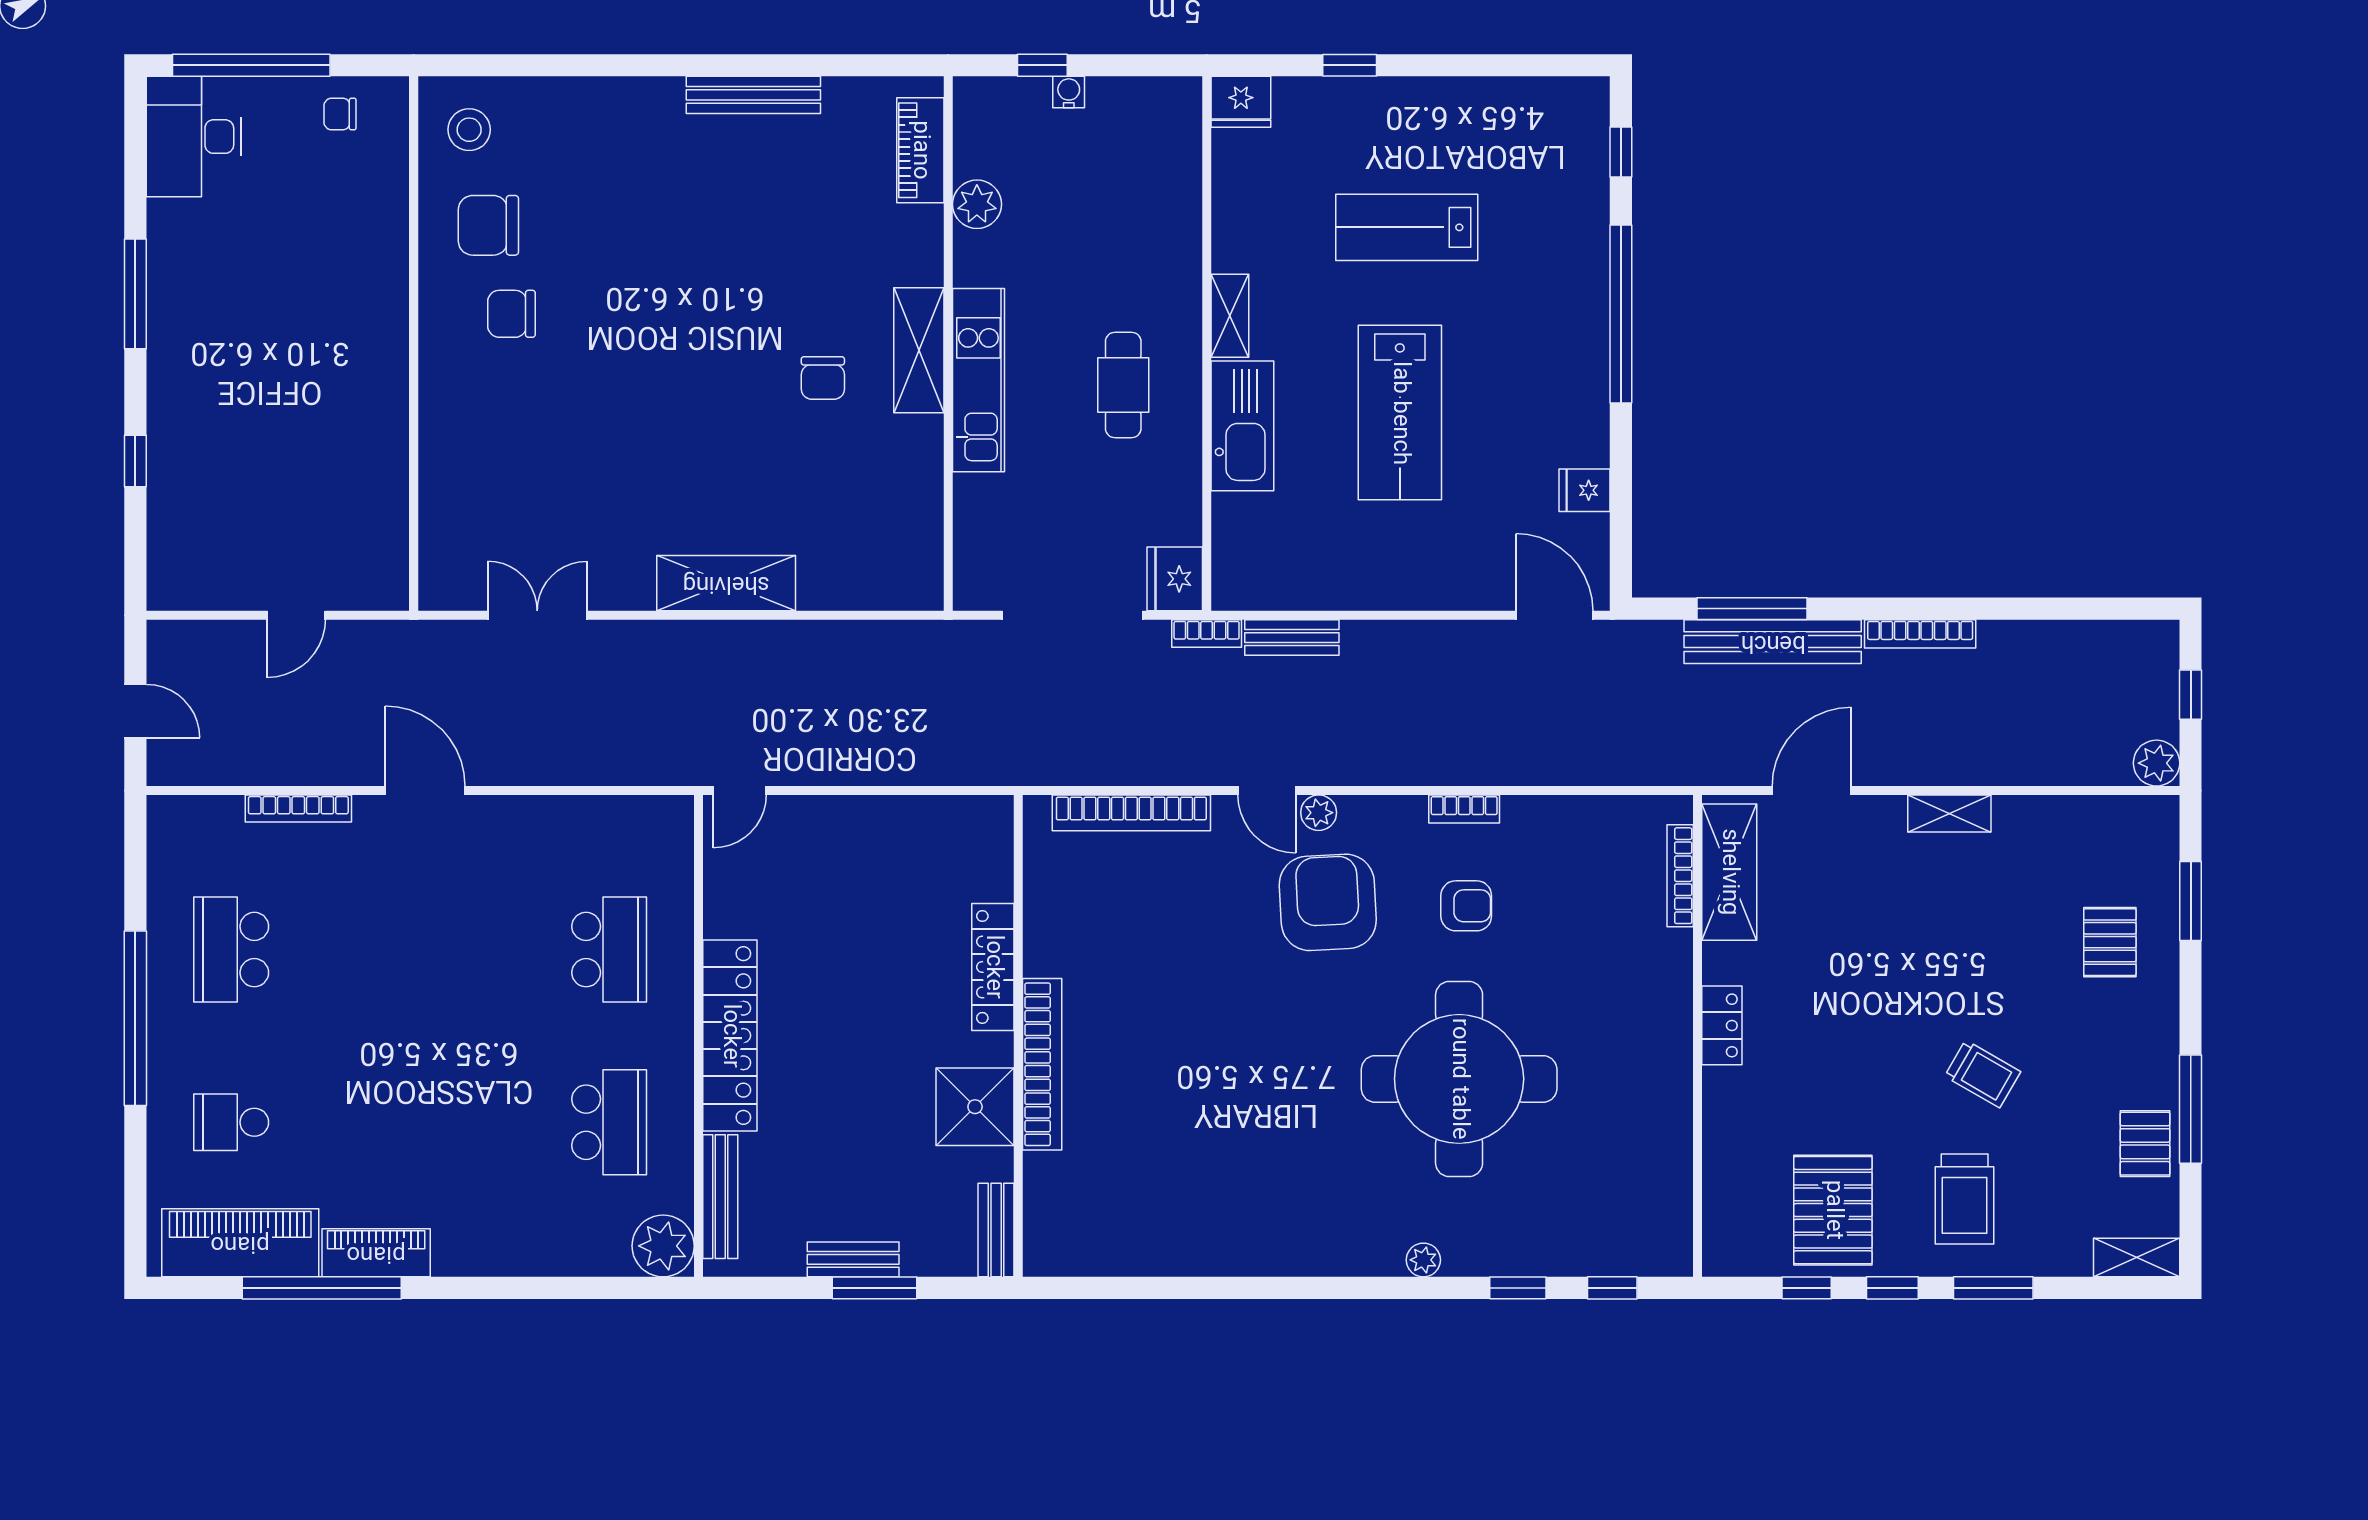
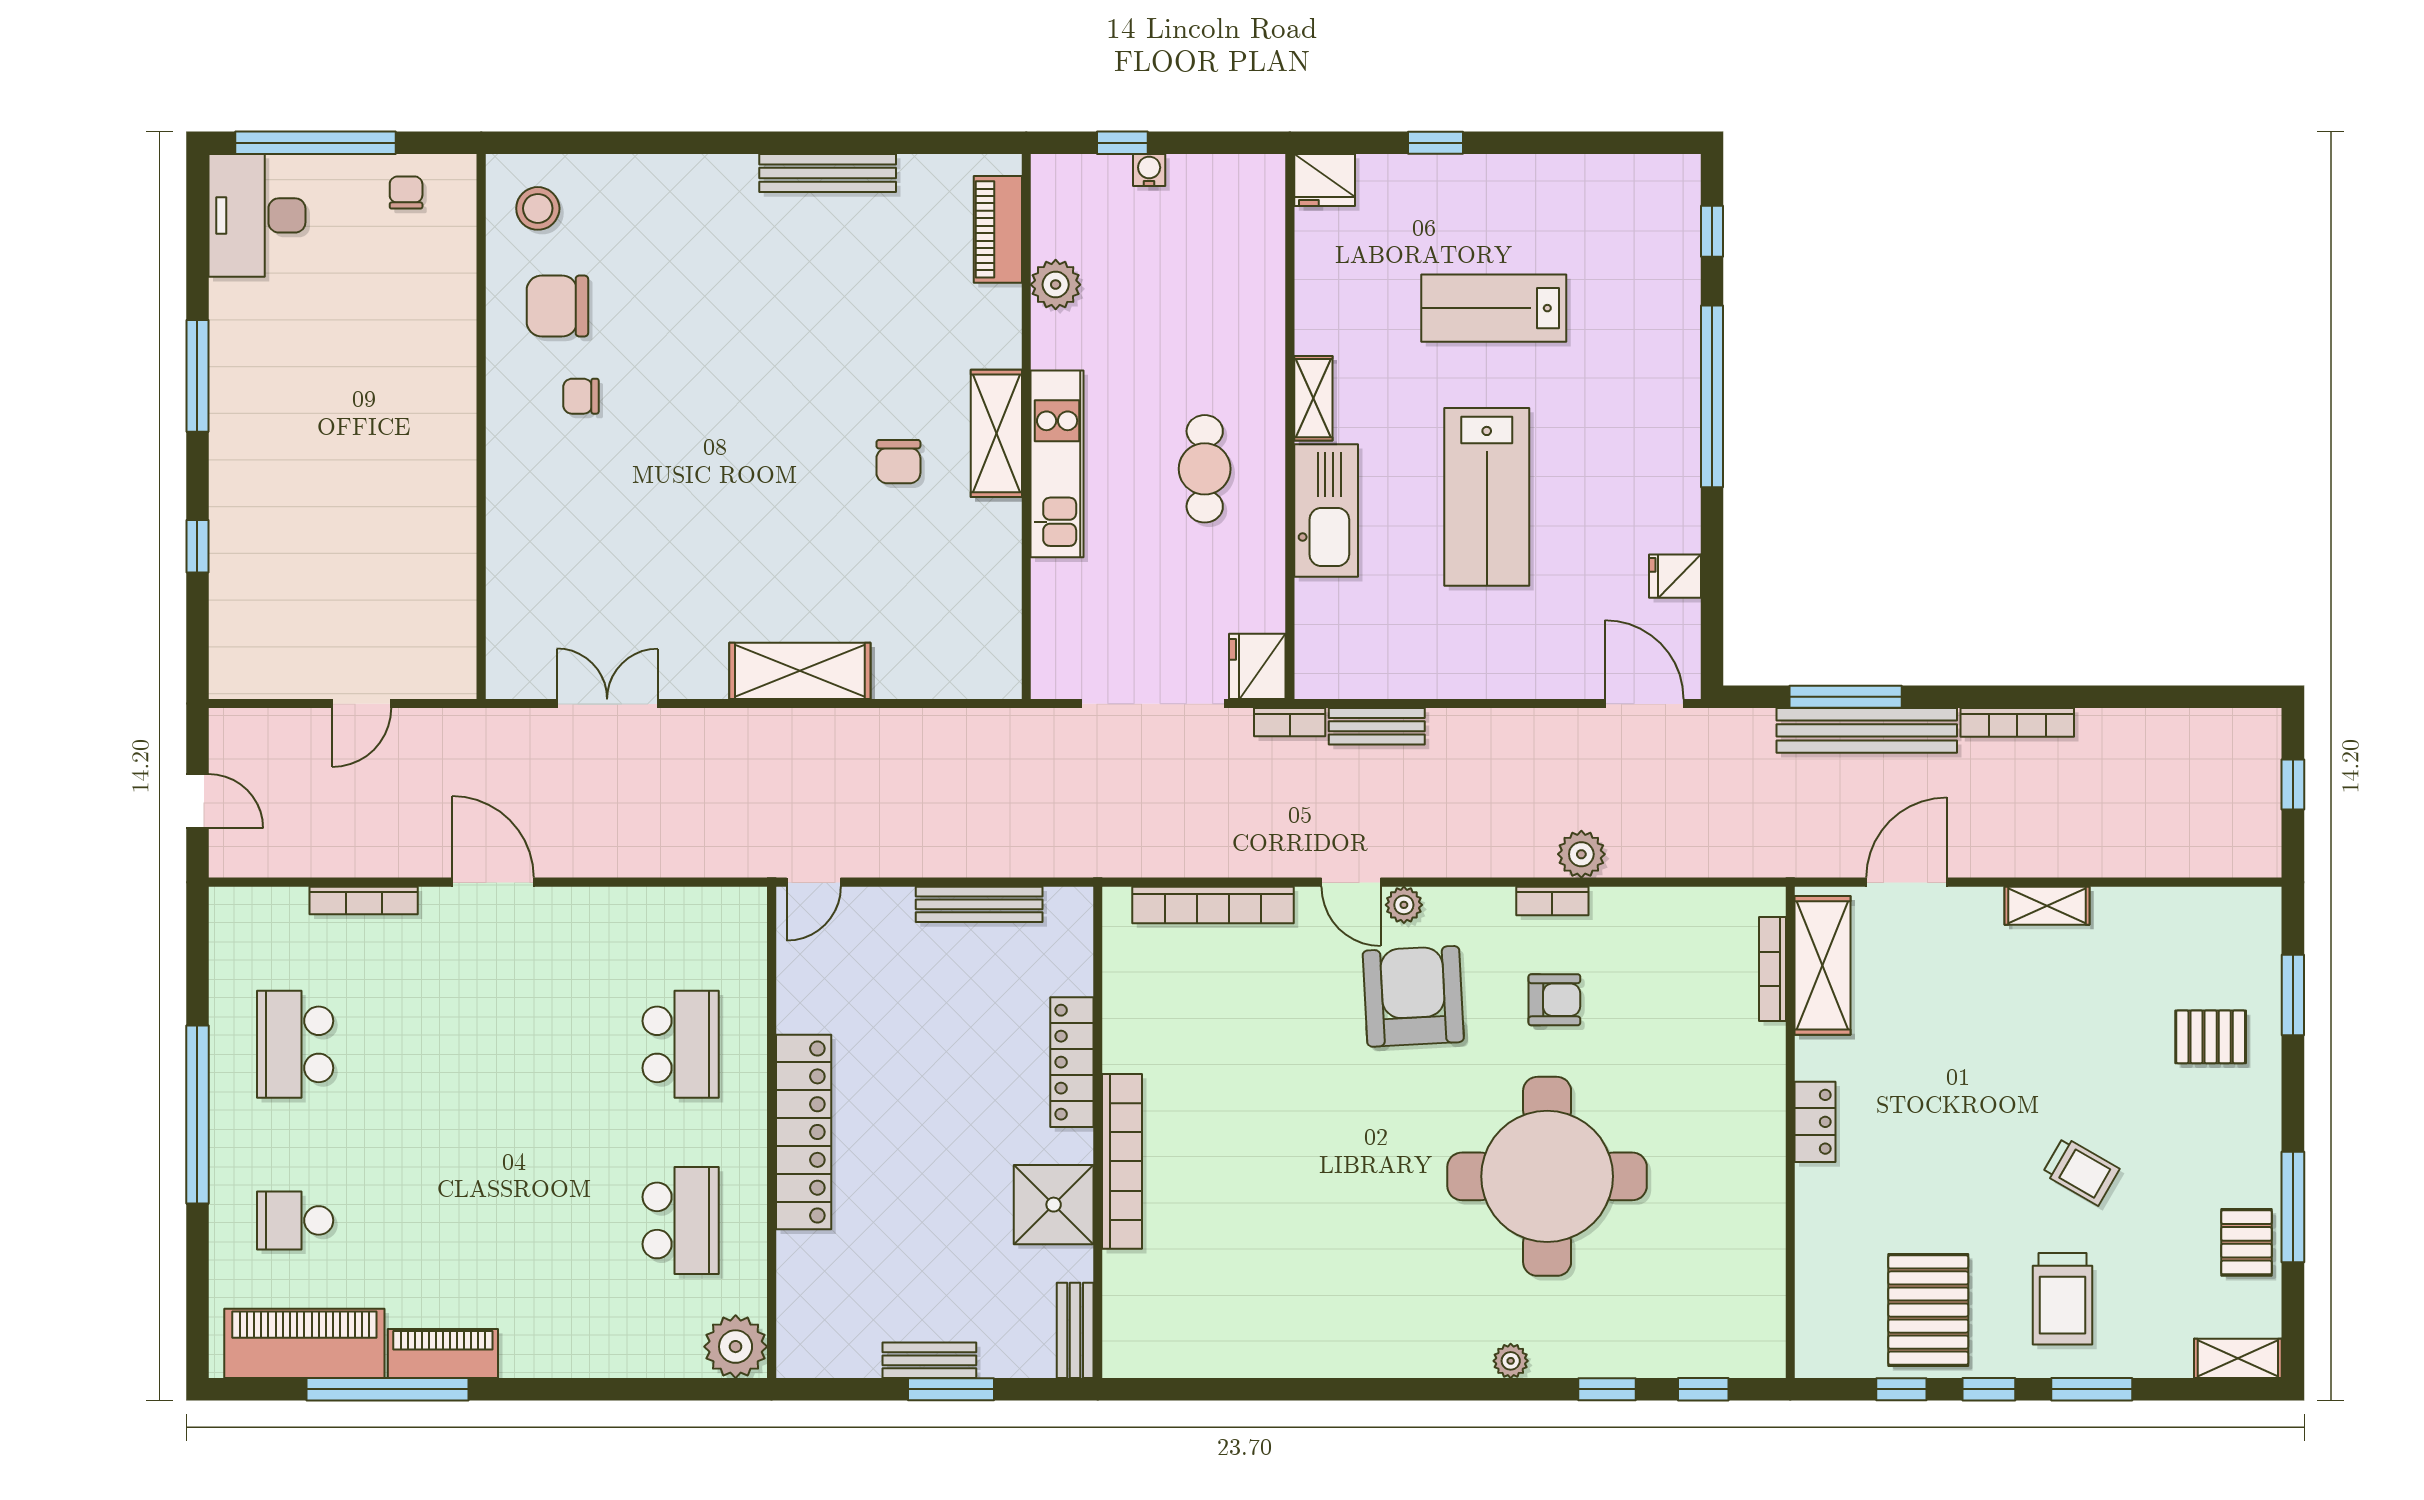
chair: (340, 114) -> (406, 193), turned 90
chair: (511, 314) -> (581, 396), width x0.73, depth x0.73
plant: (2157, 763) -> (1581, 854), moved
pallet: (2110, 942) -> (2211, 1037), turned 90
bench: (720, 1197) -> (979, 904), moved, turned 90

